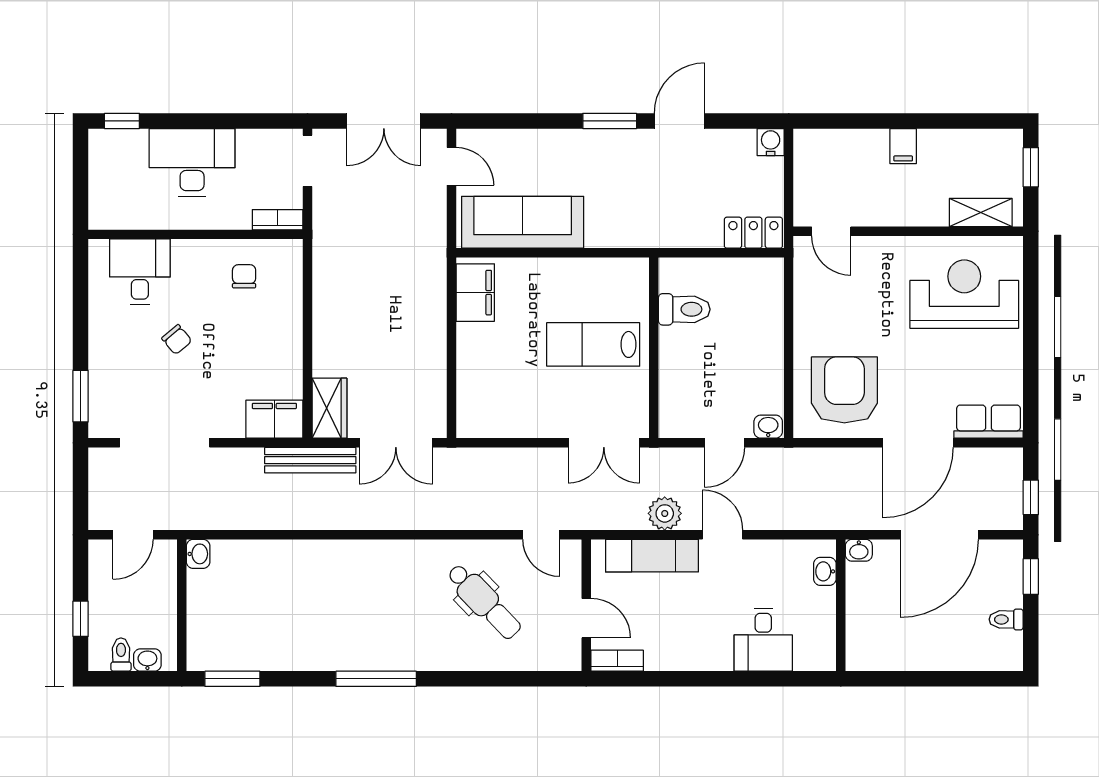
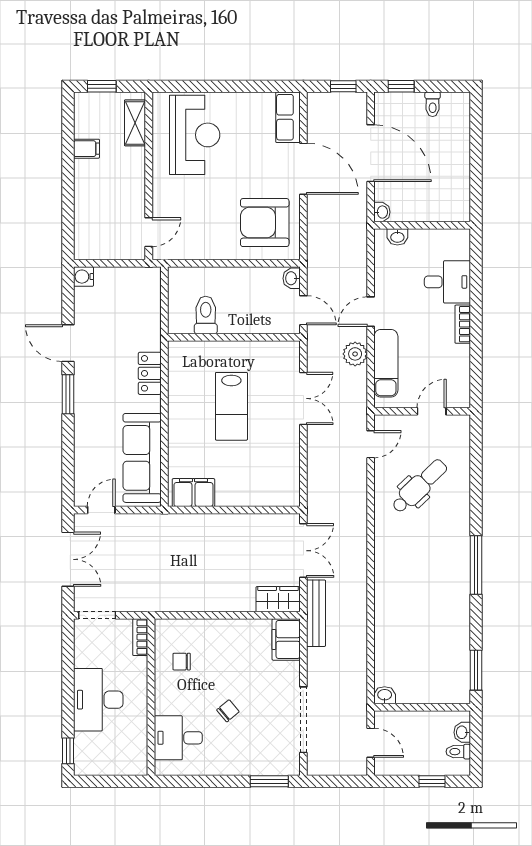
filing cabinet: (903, 146) -> (86, 149), moved
locker: (753, 233) -> (150, 373), moved
reception desk: (964, 294) -> (195, 135), turned 180
toilet: (684, 309) -> (206, 315), moved
wall: (654, 348) -> (234, 337), moved
bookcase: (617, 661) -> (463, 324), moved

